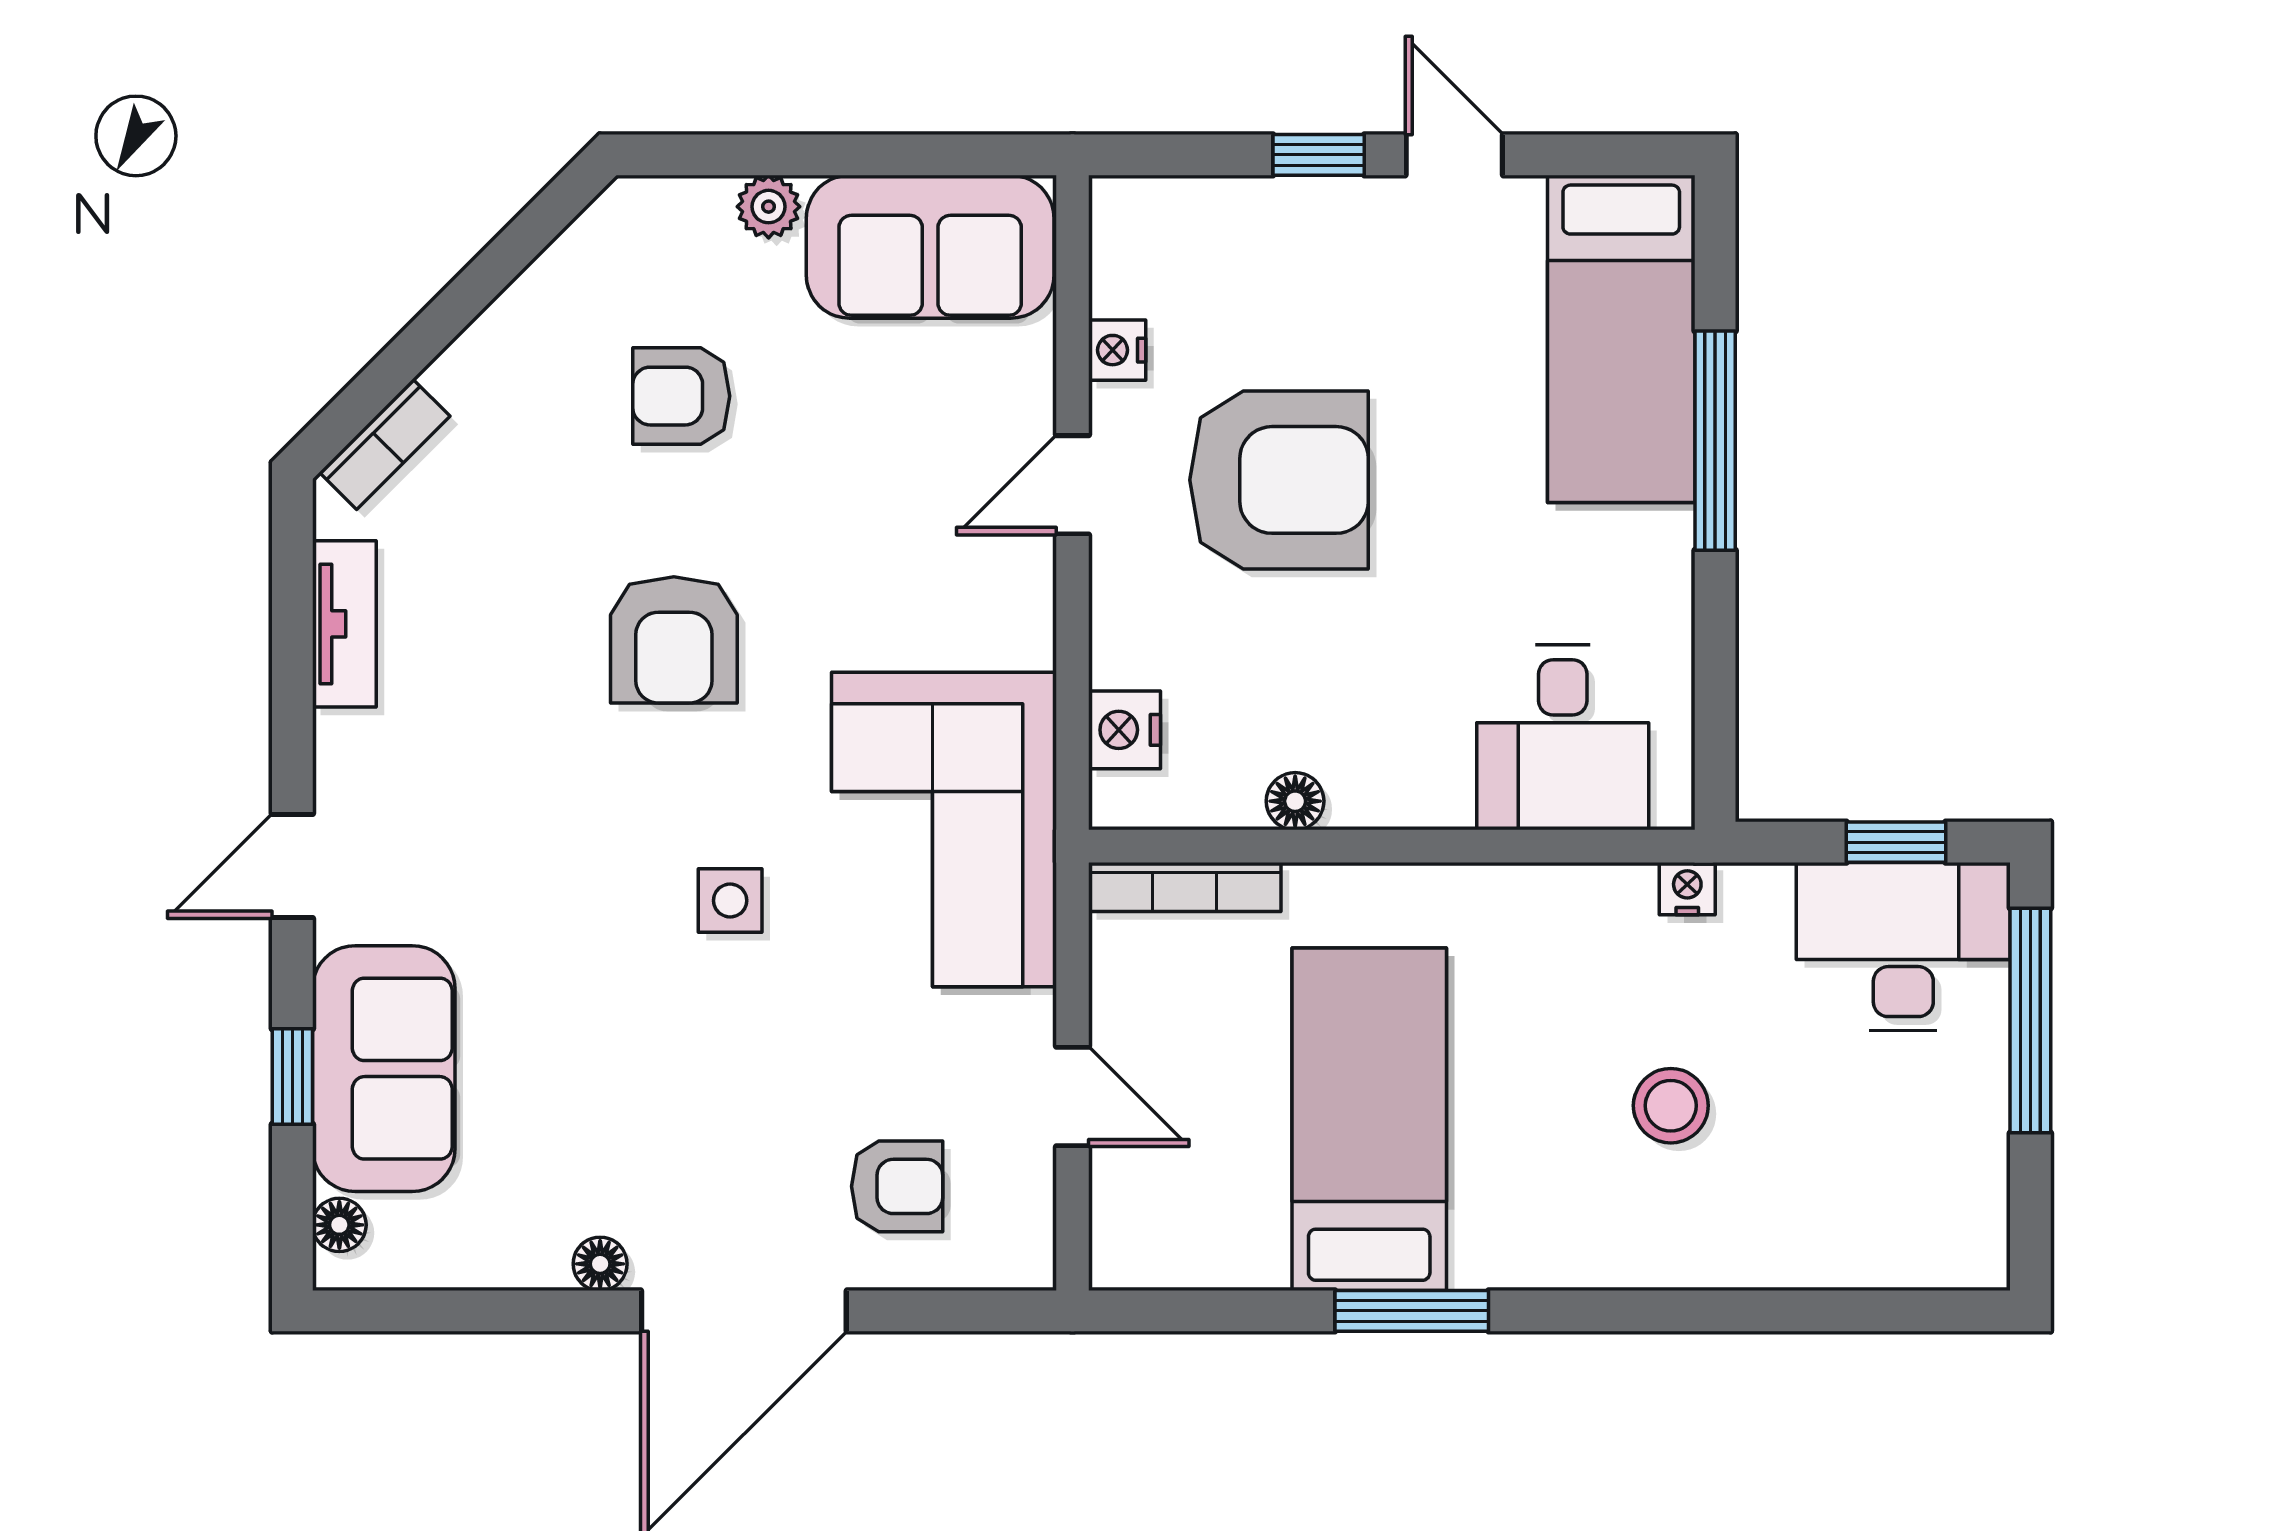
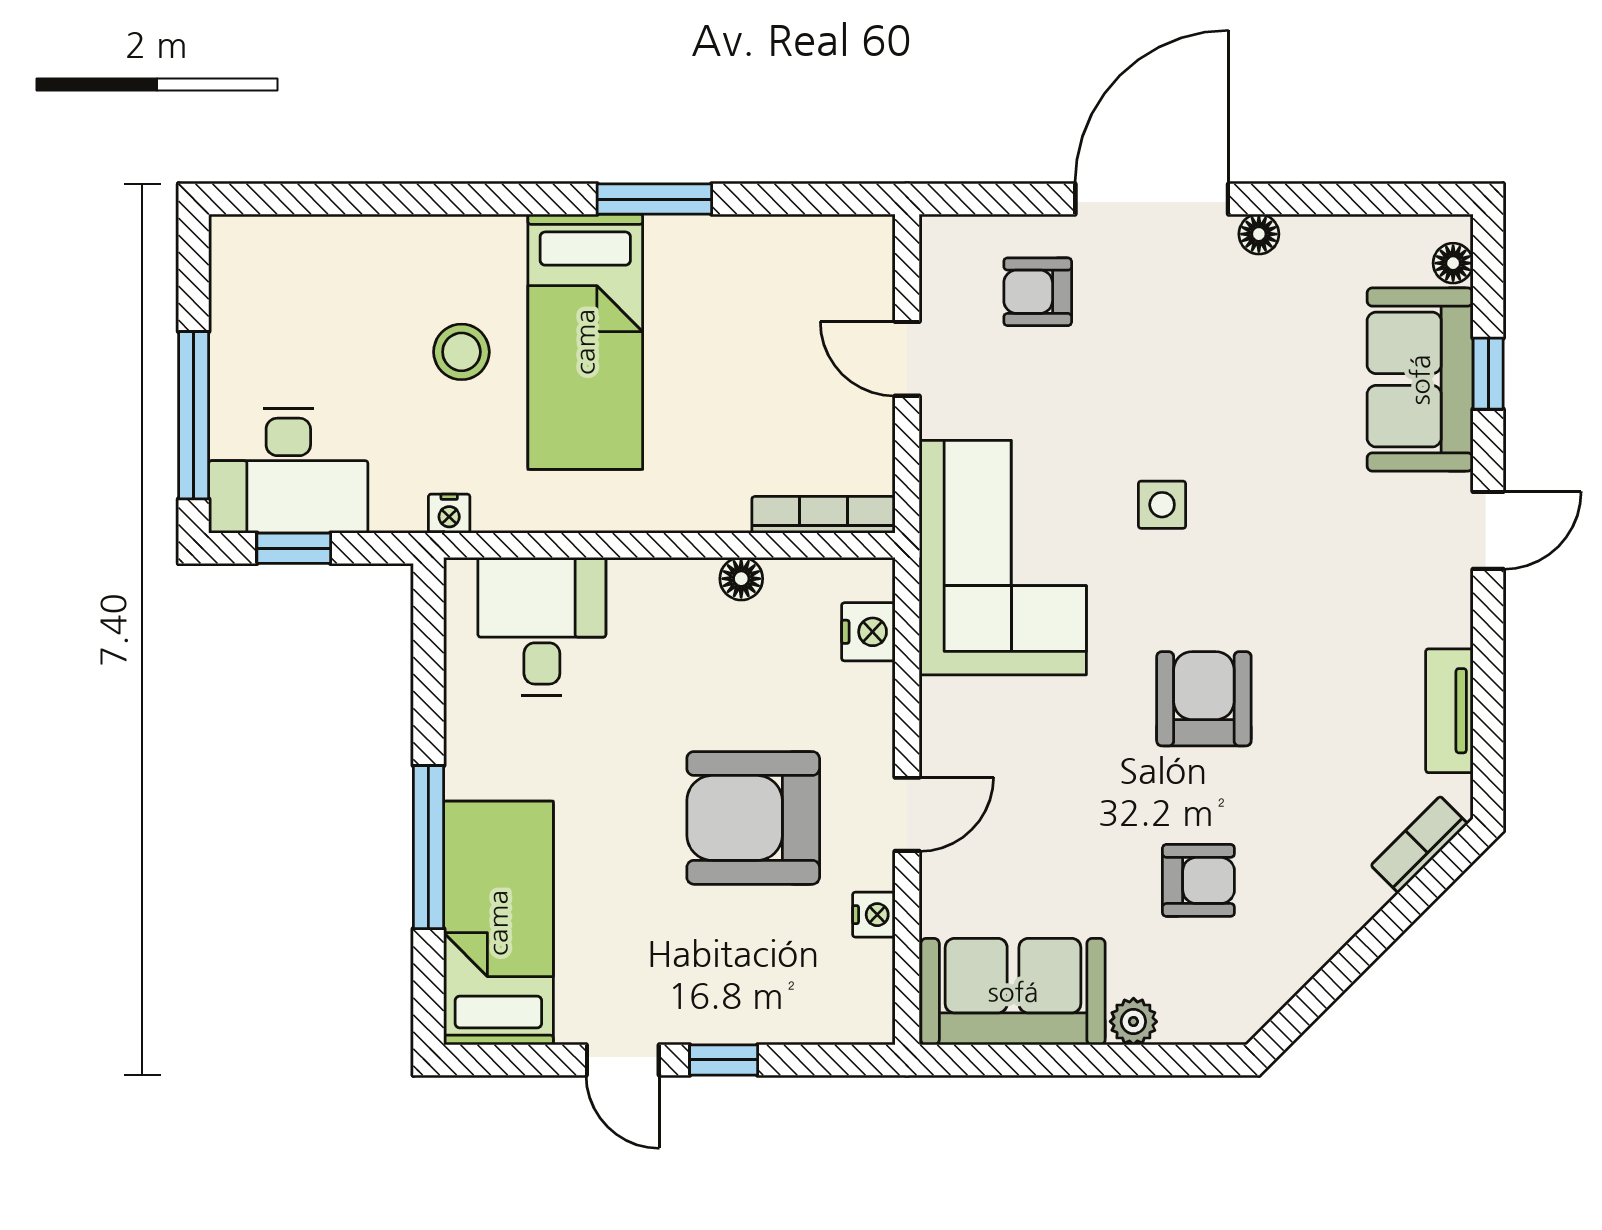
bed: (1369, 1119) -> (585, 342), moved

